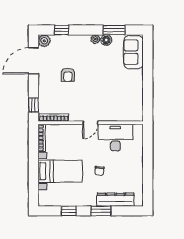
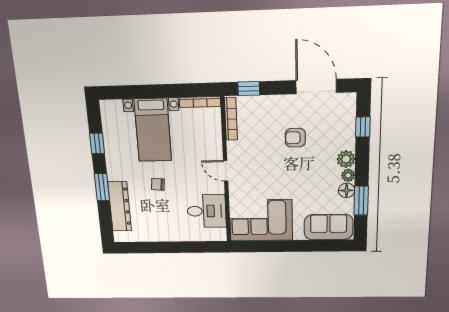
plant: (44, 41) -> (346, 159), moved
corner sofa: (128, 99) -> (261, 220), added
desk: (115, 138) -> (207, 211), width x0.73

